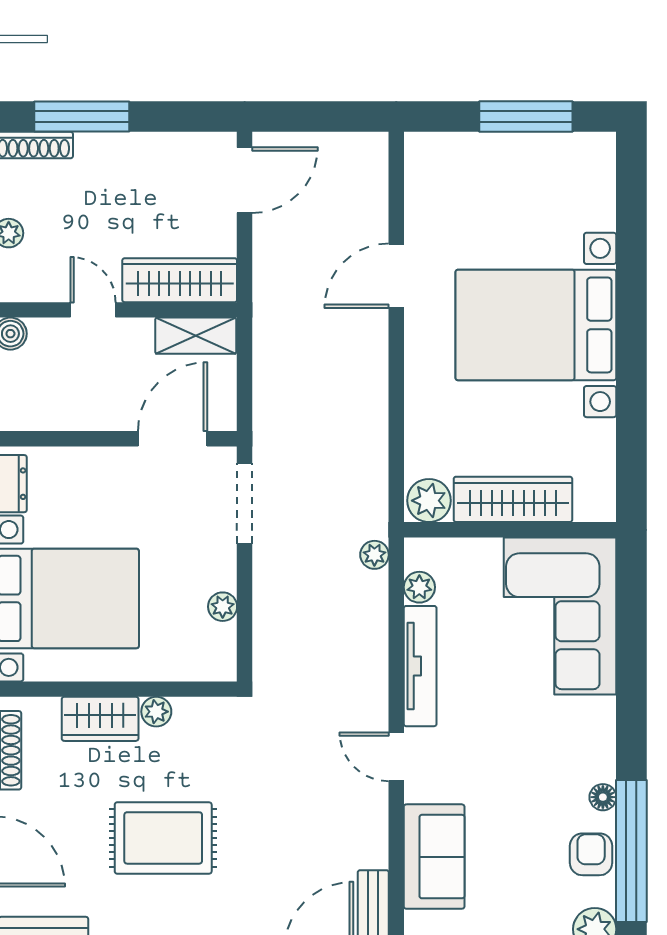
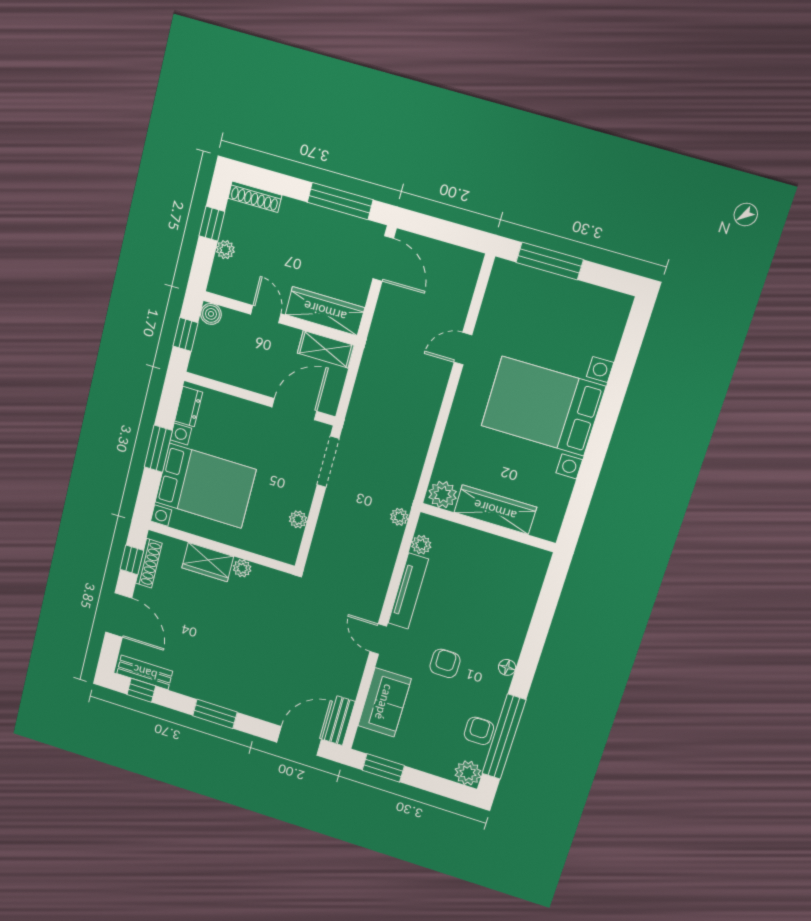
window: (82, 117) -> (340, 201), moved
window: (526, 117) -> (550, 261), moved
door: (245, 180) -> (383, 258), hinge flipped
door: (396, 276) -> (463, 349), width x0.73
corner sofa: (560, 616) -> (503, 588), removed
armchair: (508, 762) -> (445, 663), added
floor lamp: (603, 797) -> (507, 667), moved
rug: (163, 838) -> (227, 641), removed

